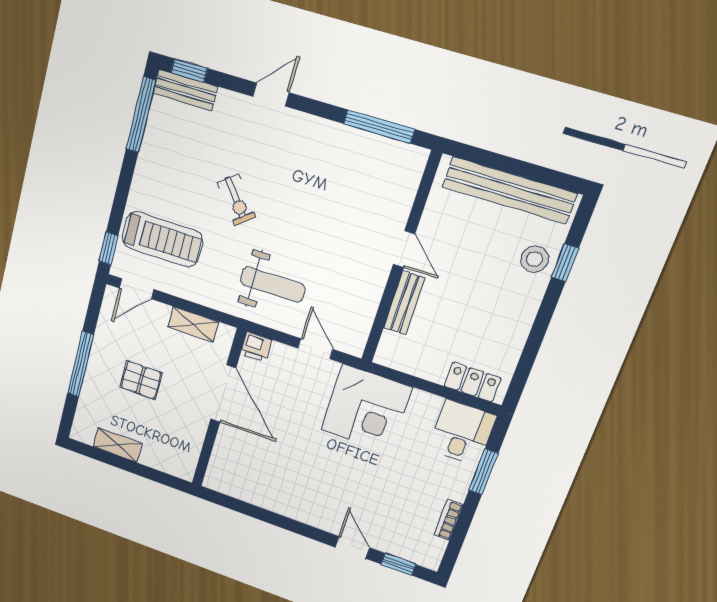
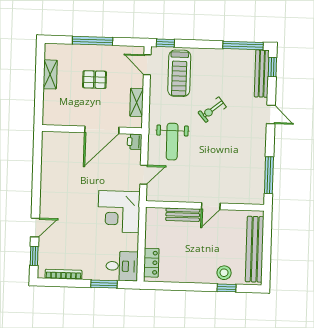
bench: (185, 90) -> (262, 74), width x1.36
pallet: (141, 380) -> (95, 80), turned 90
bookcase: (448, 520) -> (64, 274), width x1.56

